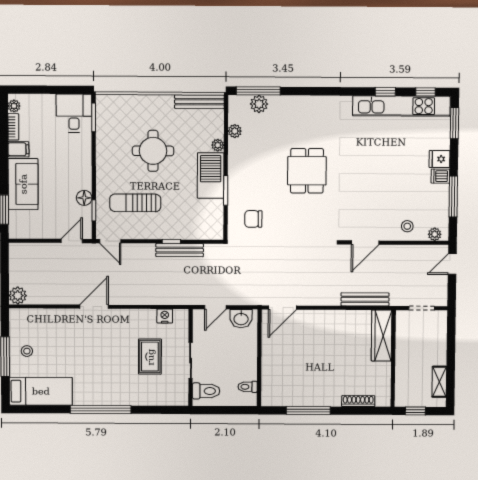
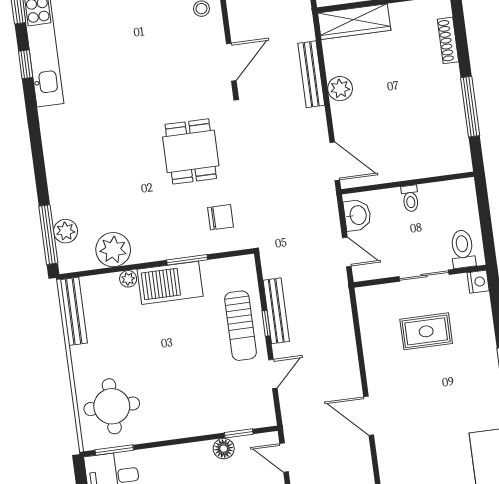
plant: (235, 131) -> (113, 250), width x1.87, depth x1.87
round table: (153, 151) -> (112, 406), moved
dining table: (307, 171) -> (191, 151), moved, turned 90
sun lounger: (135, 203) -> (240, 326), moved
chair: (253, 219) -> (220, 217), turned -90
door: (110, 241) -> (273, 374), moved
door: (365, 242) -> (231, 62), hinge flipped
bench: (365, 299) -> (311, 74), moved
nightstand: (165, 316) -> (478, 282), moved, turned 180
plant: (335, 319) -> (340, 89), added
toilet: (248, 387) -> (410, 198), moved

